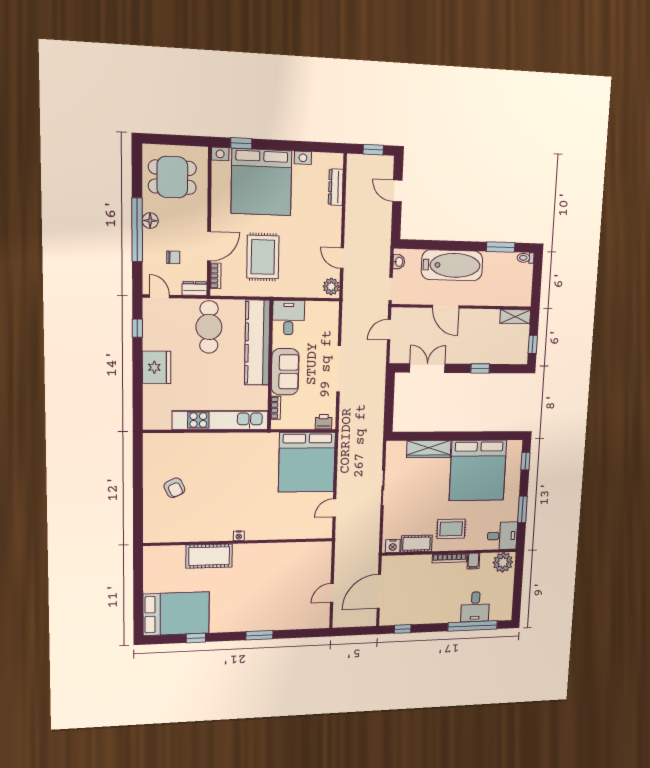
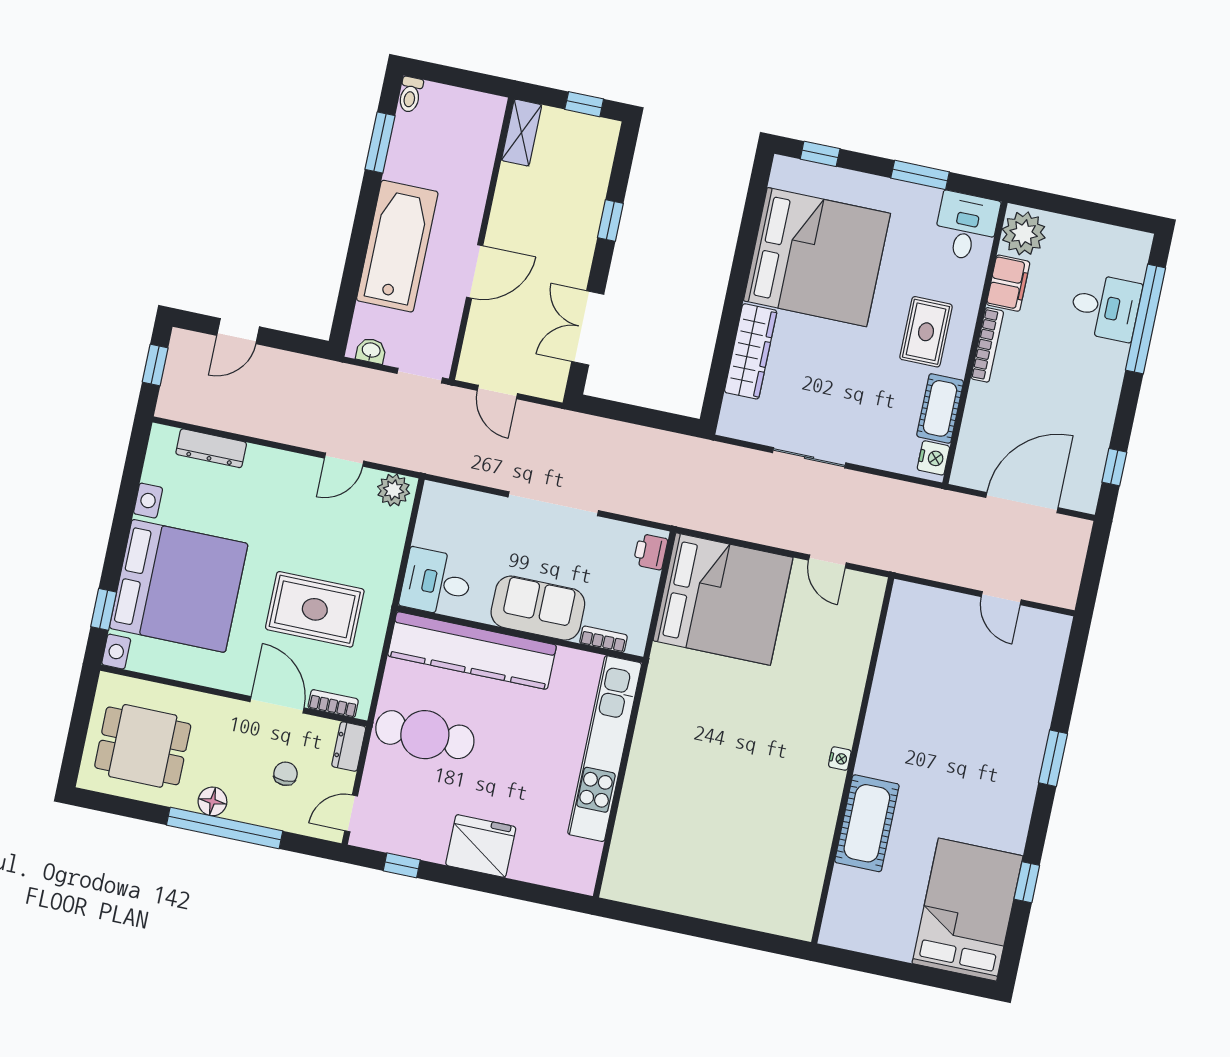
dining table: (172, 177) -> (143, 746), turned 90
armchair: (174, 488) -> (717, 861), removed
filing cabinet: (473, 561) -> (1008, 283), width x2.00
door: (379, 591) -> (1022, 503), swing flipped

